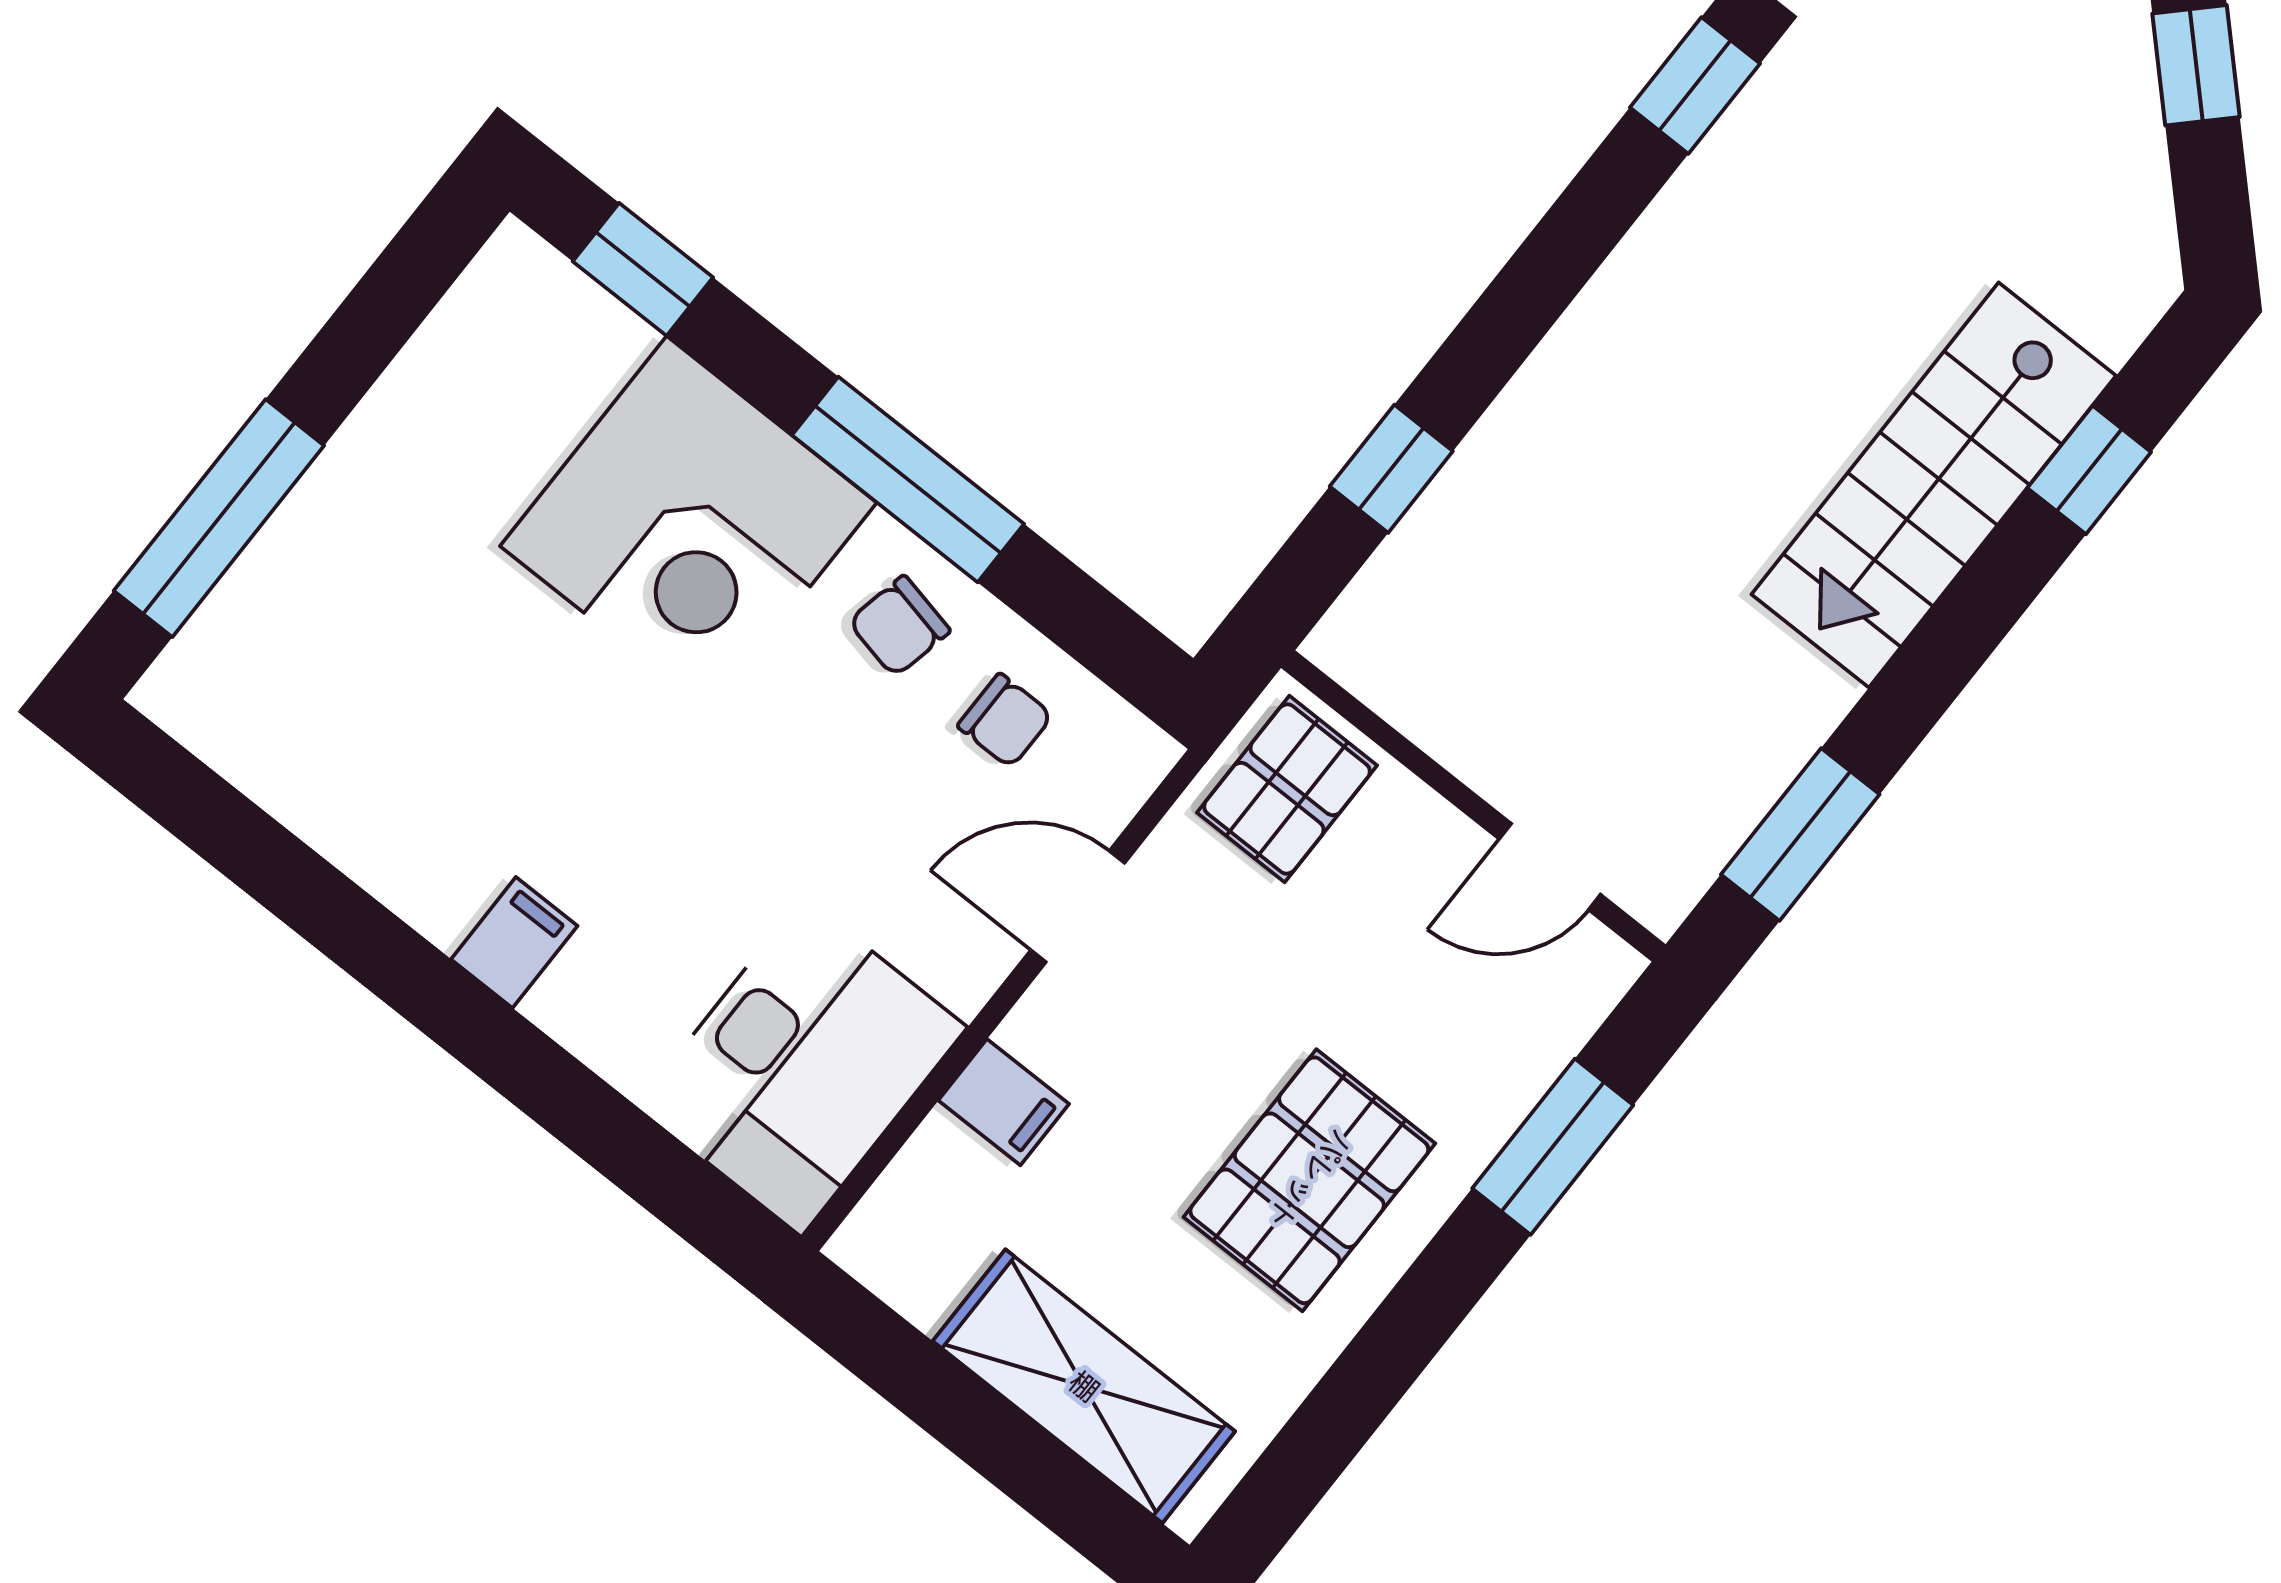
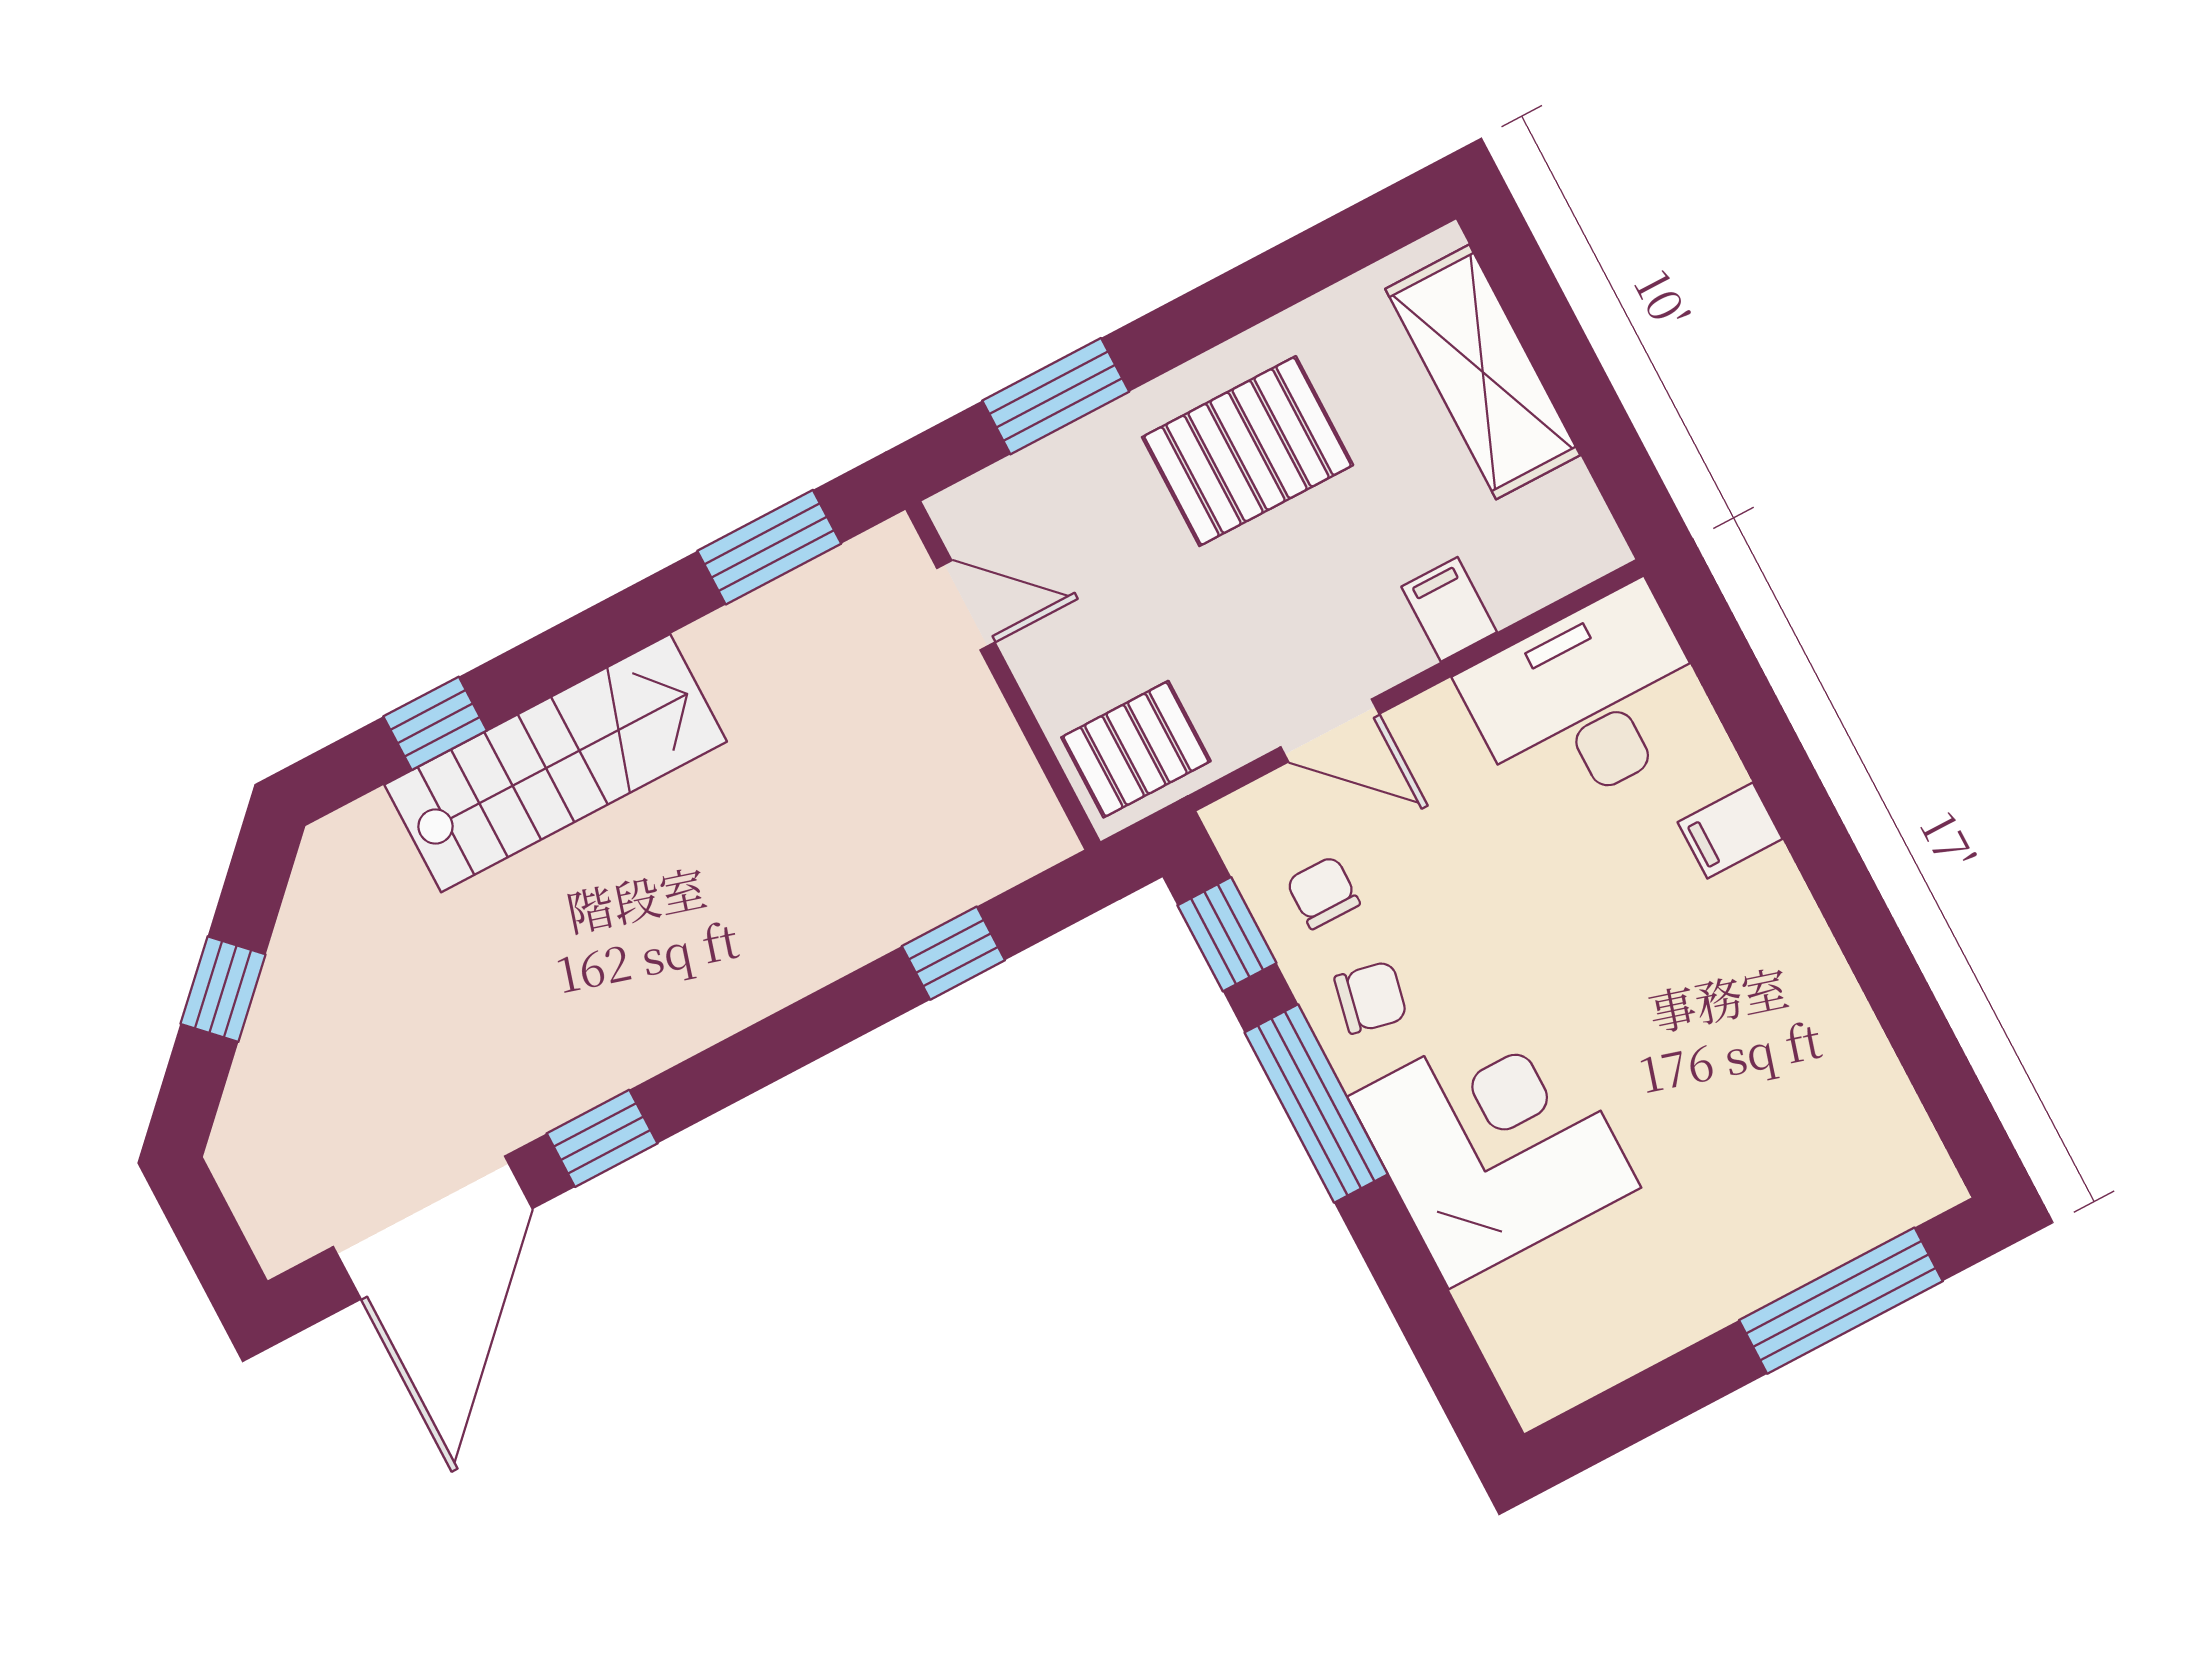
window: (643, 269) -> (1227, 934), moved
filing cabinet: (514, 943) -> (1730, 830), moved

